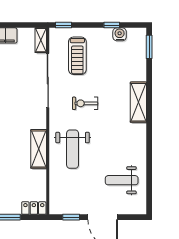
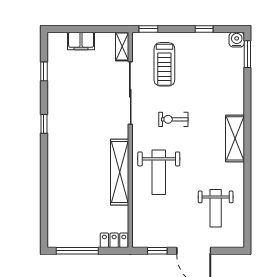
water cooler: (120, 34) -> (237, 40), moved
shelving: (138, 102) -> (235, 138), moved
shelving: (39, 149) -> (120, 172), width x1.47
weight bench: (122, 180) -> (216, 208), turned -90

